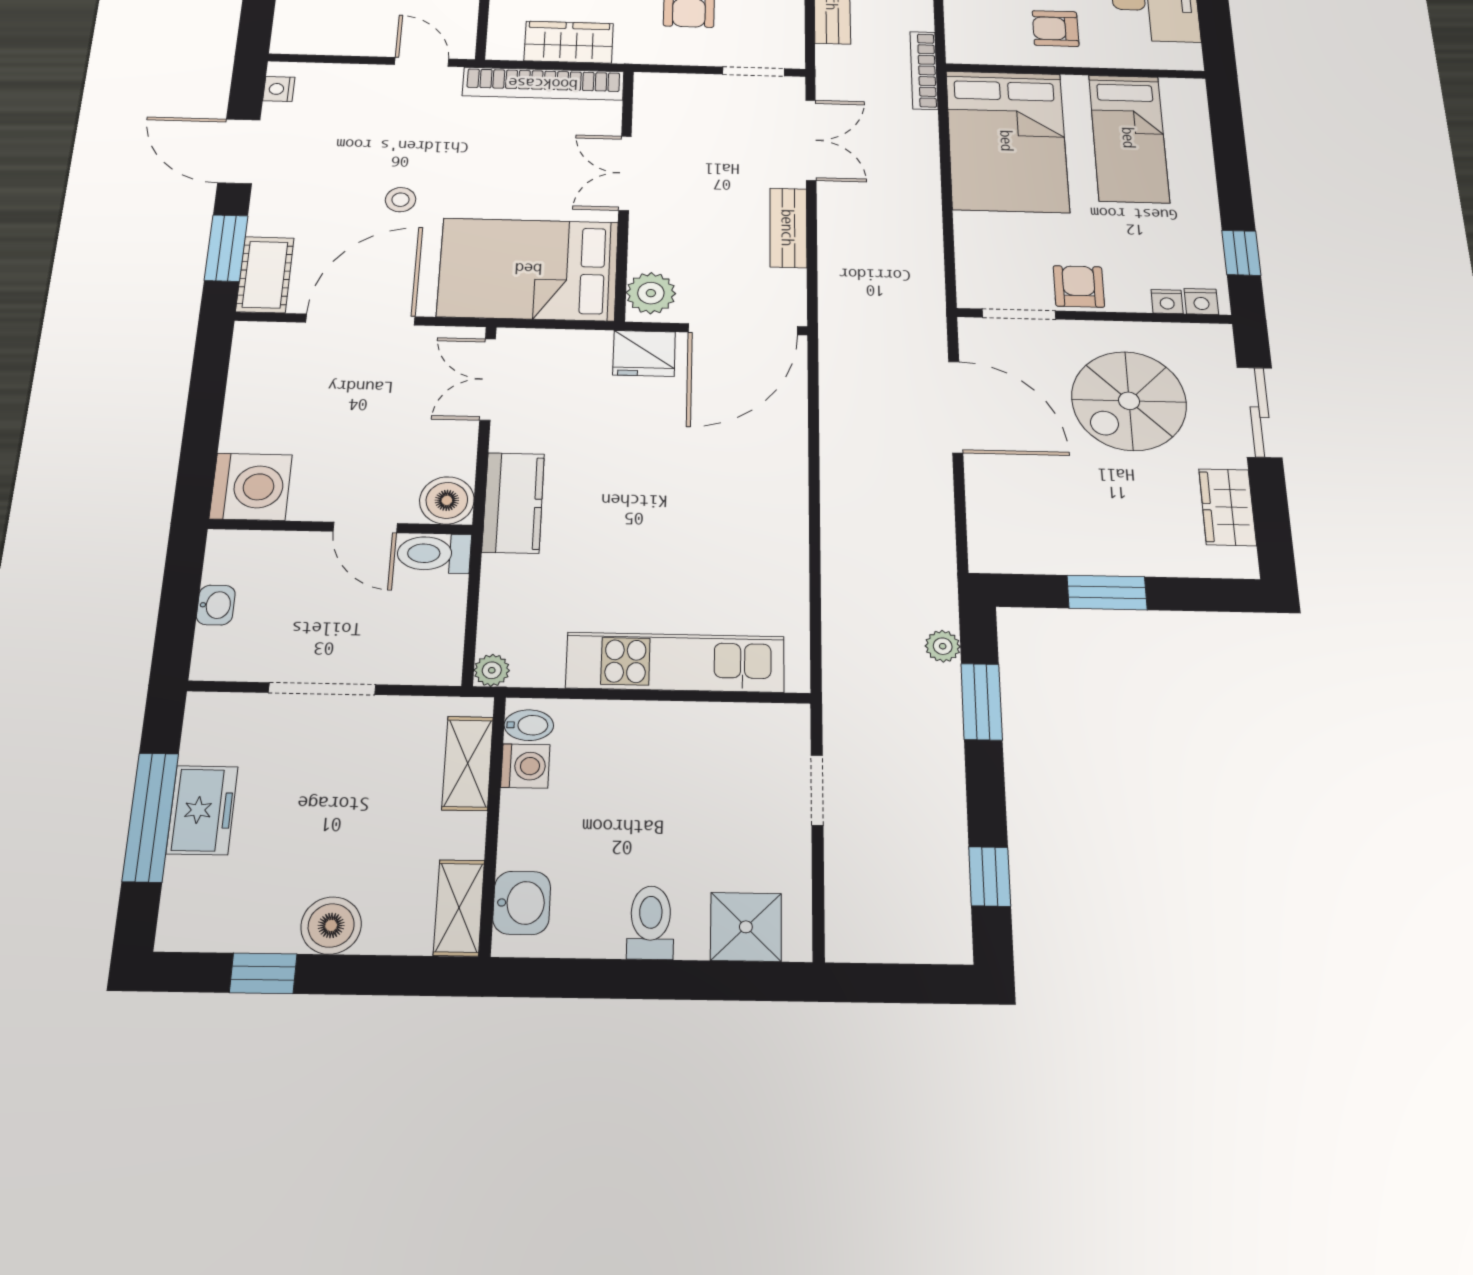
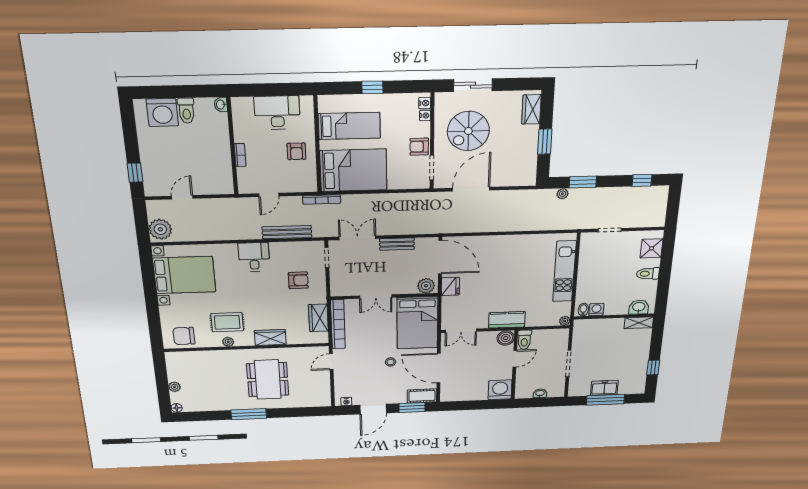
window: (1241, 253) -> (372, 87), moved
spiral stairs: (1129, 401) -> (468, 131), turned 90
wardrobe: (1228, 507) -> (531, 109), moved, turned 90
shelving: (468, 763) -> (595, 325), removed
boiler: (331, 925) -> (641, 353), removed

